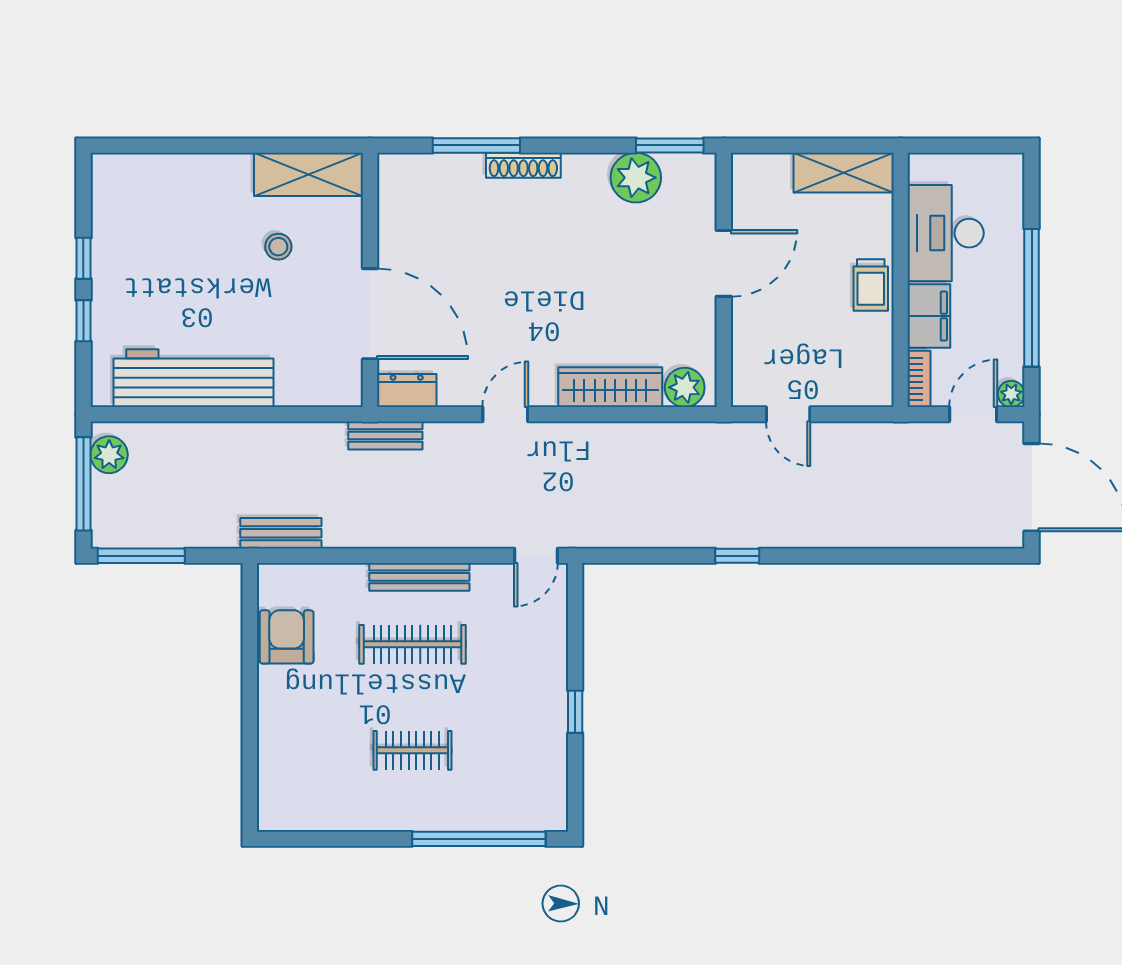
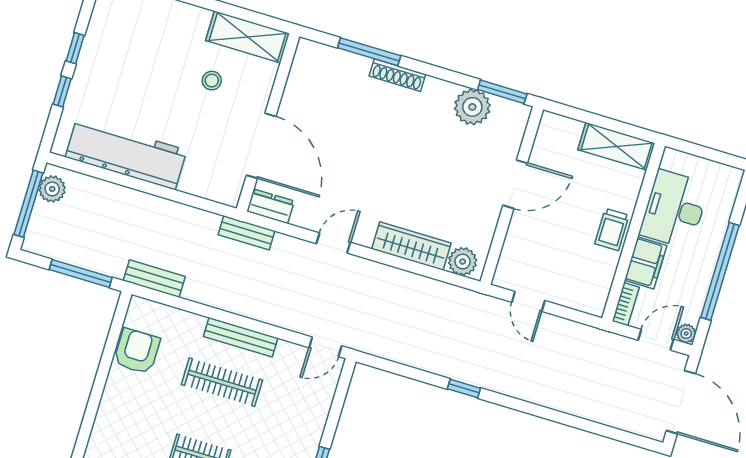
window: (141, 556) -> (81, 273), moved

